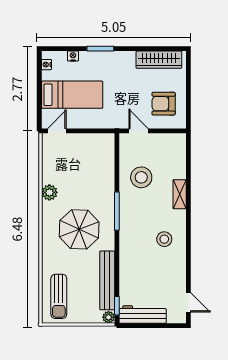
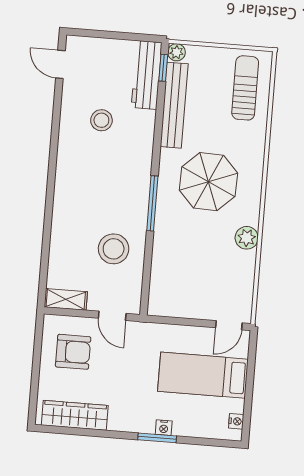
nightstand: (73, 56) -> (164, 428), moved
shelving: (180, 194) -> (66, 299), moved, turned 90
stool: (164, 239) -> (101, 120), moved
workbench: (143, 314) -> (147, 75), moved, turned 90

